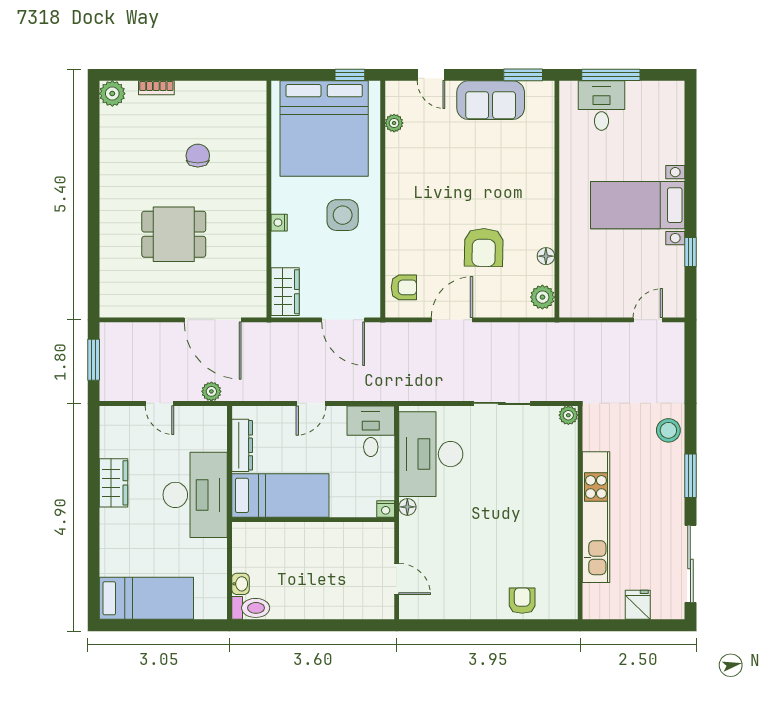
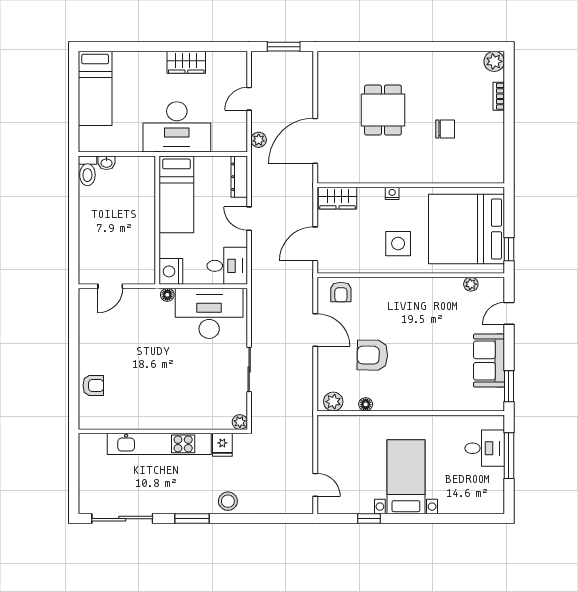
dresser: (242, 445) -> (239, 177), moved, turned 90
nightstand: (386, 509) -> (171, 271), width x1.89, depth x1.79
fridge: (638, 605) -> (222, 445), moved, turned 90

